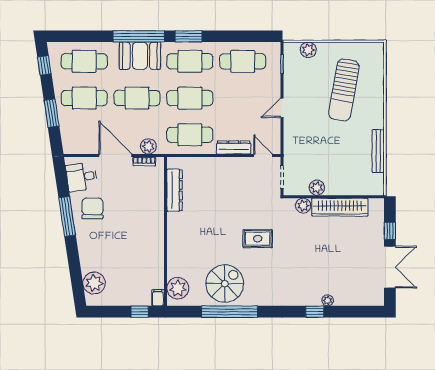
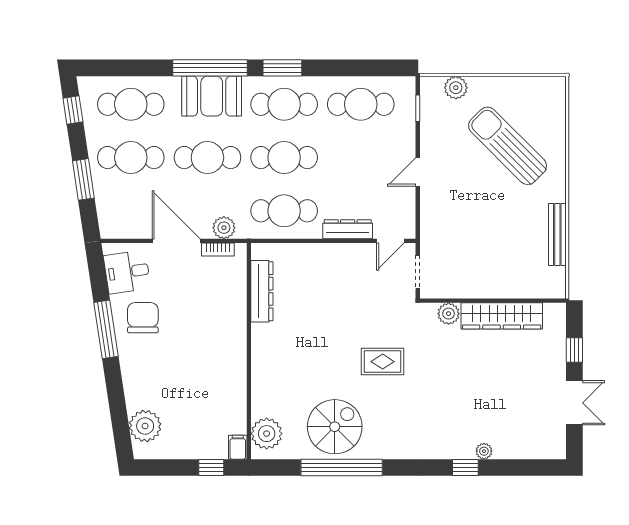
sun lounger: (344, 90) -> (508, 146), turned 125
door: (263, 156) -> (390, 241), swing flipped
plant: (317, 188) -> (468, 288), removed
double door: (390, 267) -> (574, 403), width x0.73

